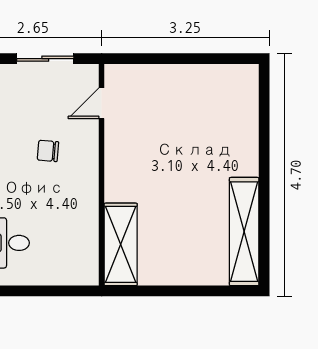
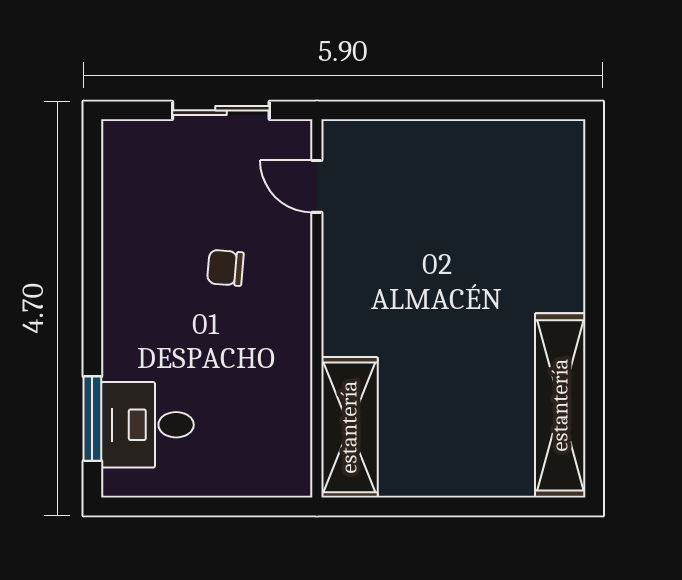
door: (102, 103) -> (317, 186), hinge flipped

